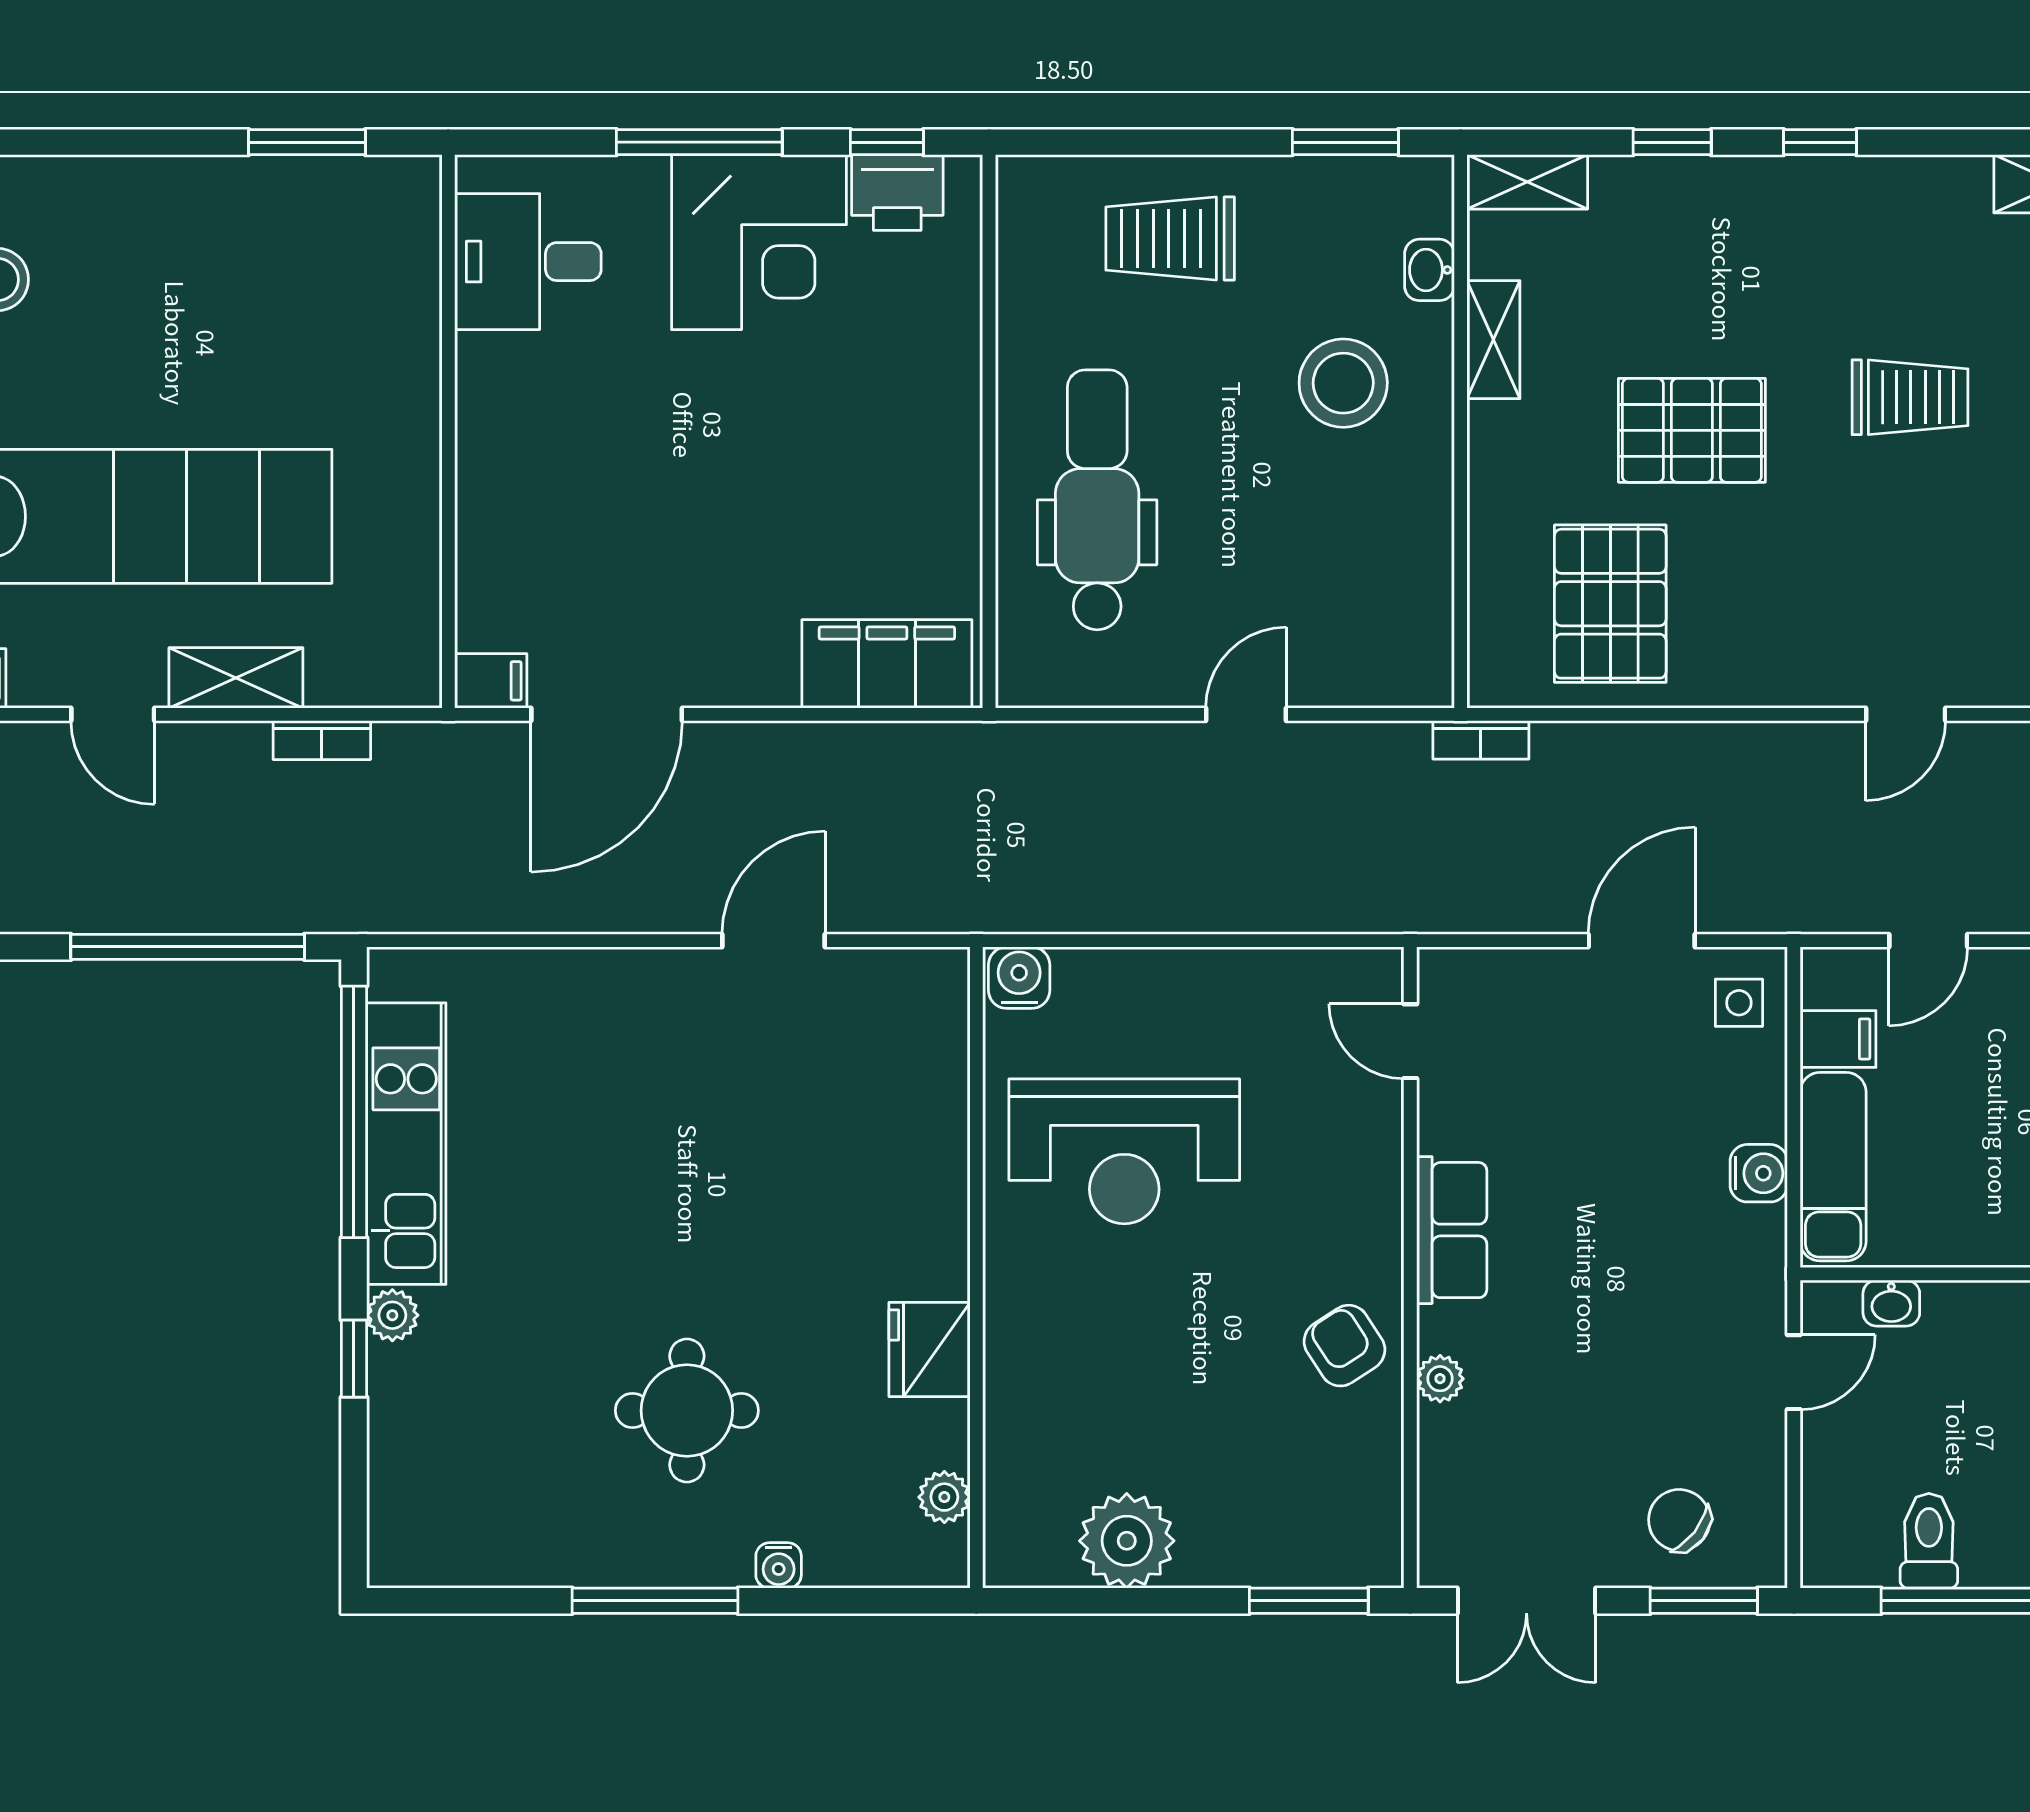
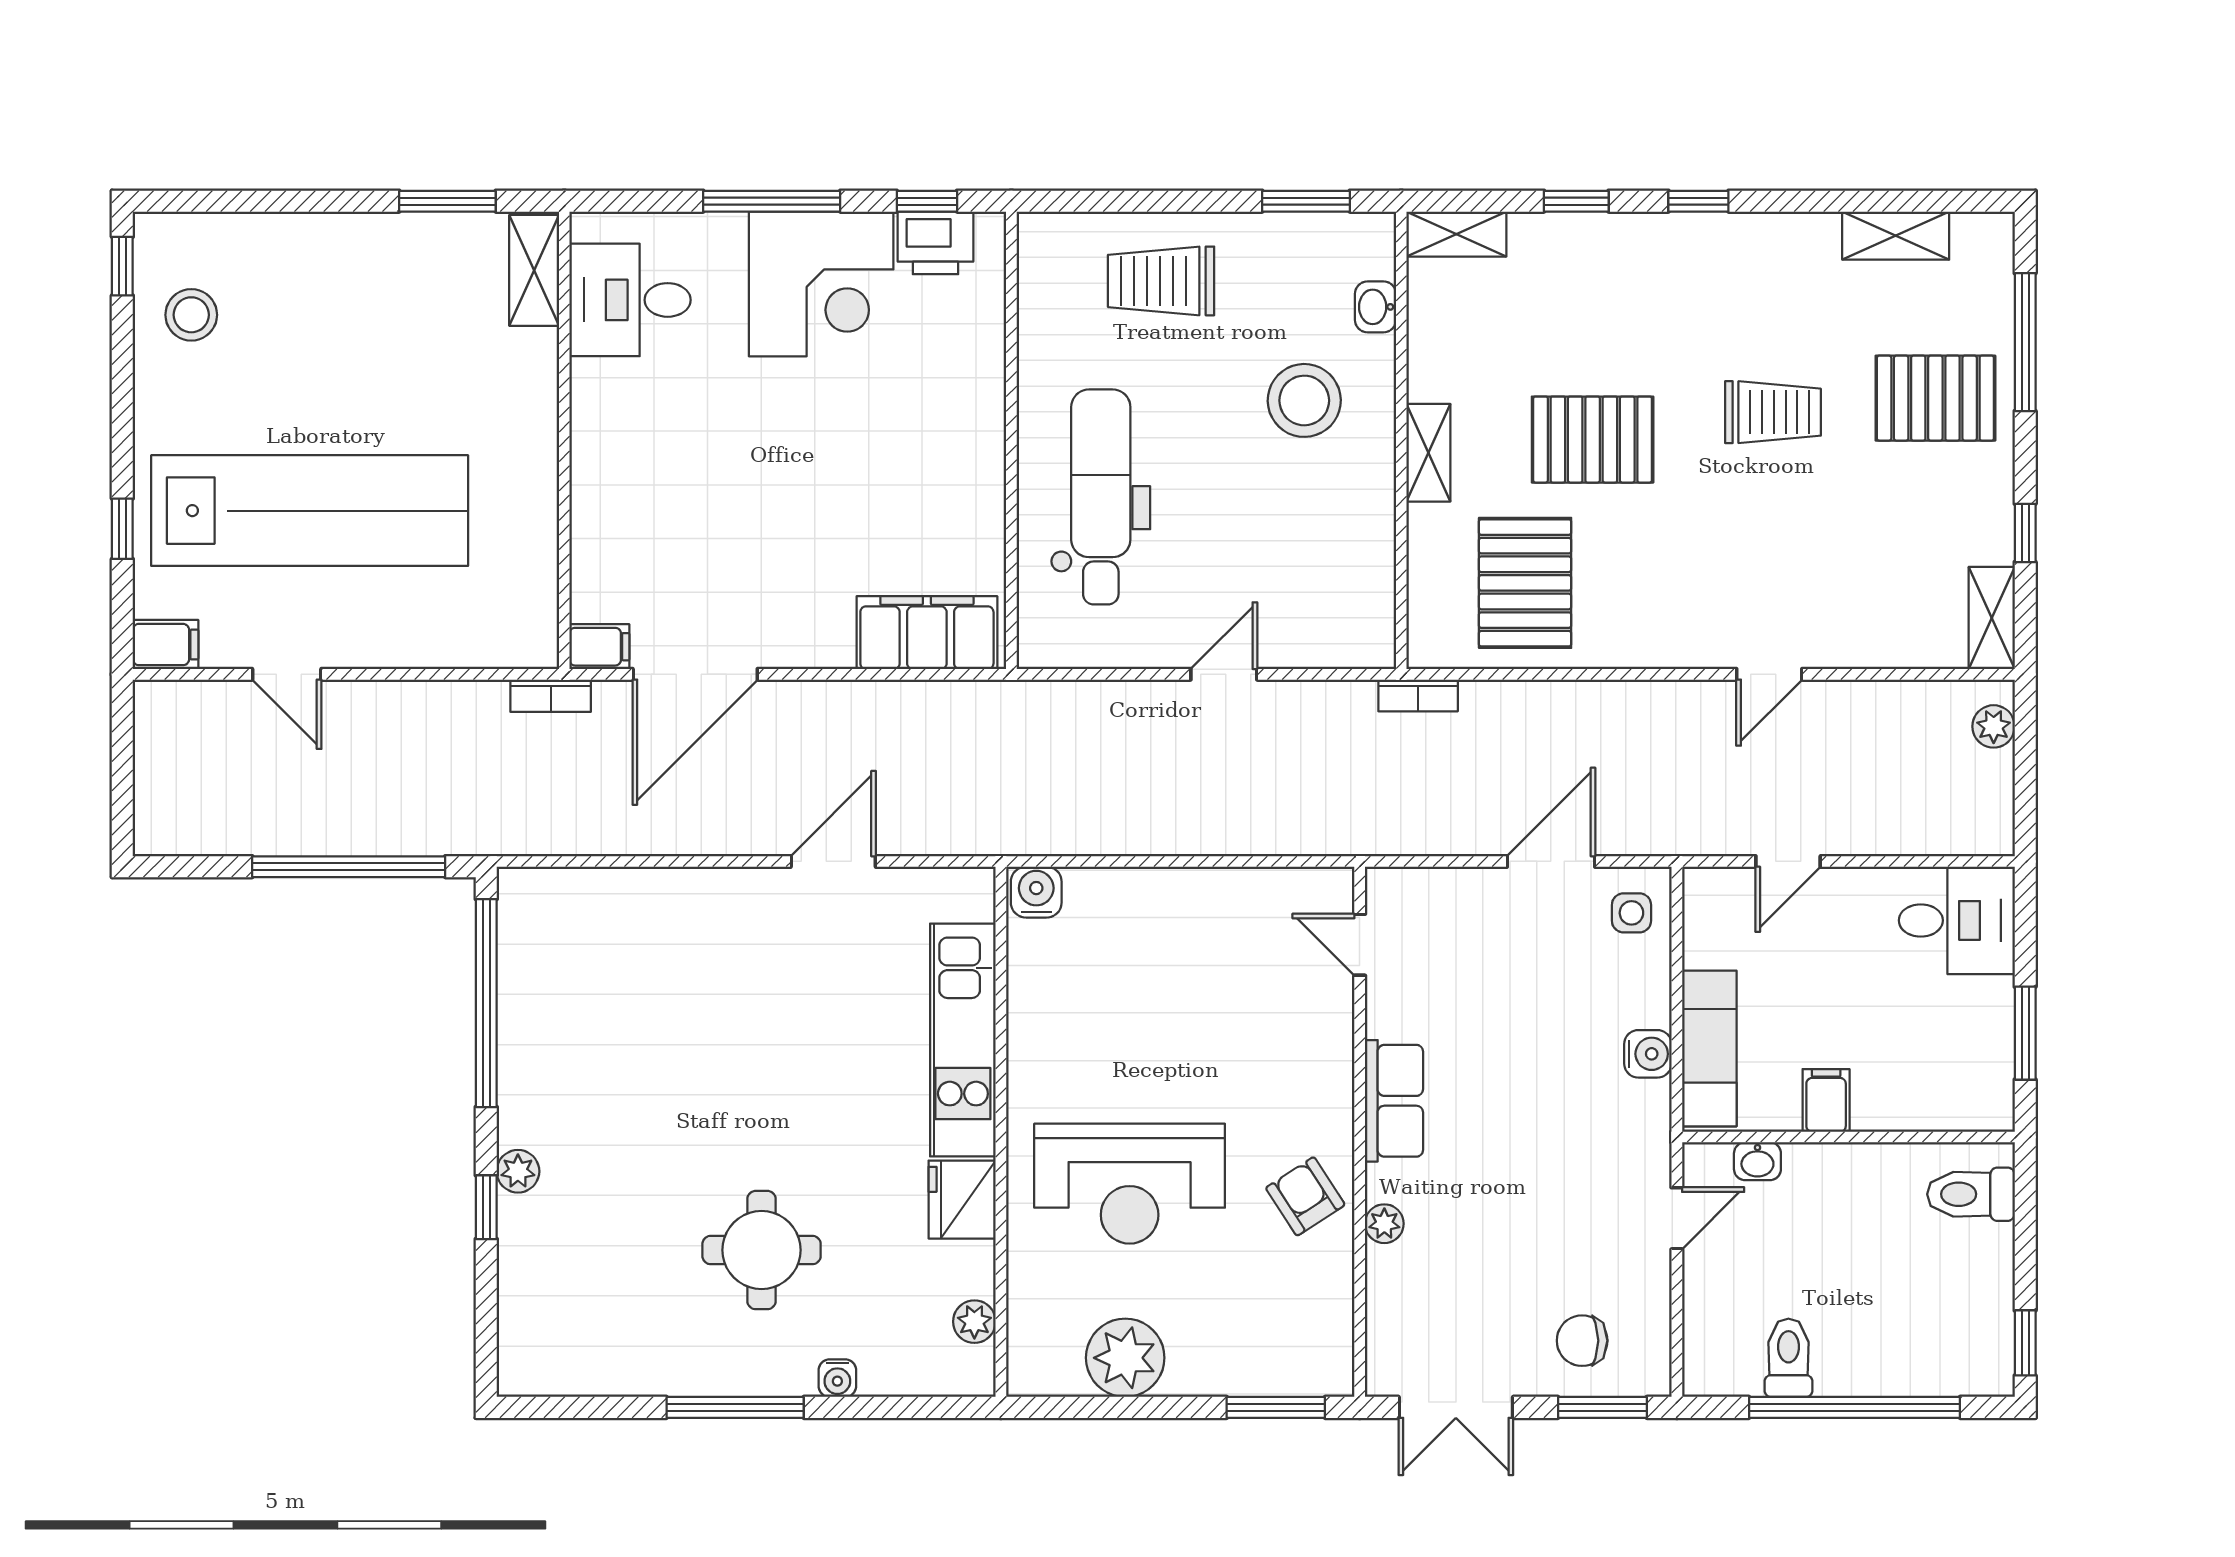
shelving: (1493, 340) -> (1428, 453), moved
shelving: (236, 678) -> (534, 270), moved, turned 90
bookcase: (322, 740) -> (551, 696), moved
filing cabinet: (1838, 1039) -> (1826, 1100), moved, turned -90
kitchen unit: (406, 1144) -> (963, 1040), moved, turned 180
reception desk: (1124, 1151) -> (1130, 1184), moved
chair: (1679, 1520) -> (1582, 1341), turned -38

